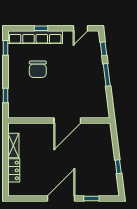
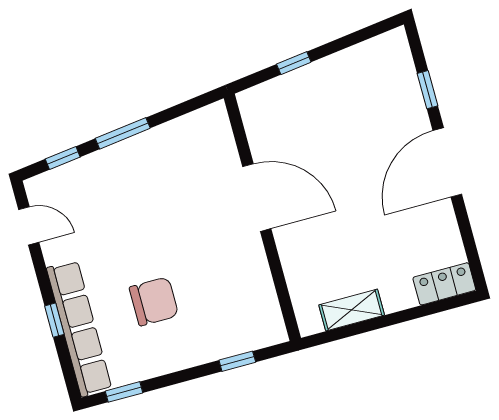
window: (118, 167) -> (294, 63), moved
locker: (14, 170) -> (444, 284), moved
door: (61, 199) -> (447, 162), hinge flipped

